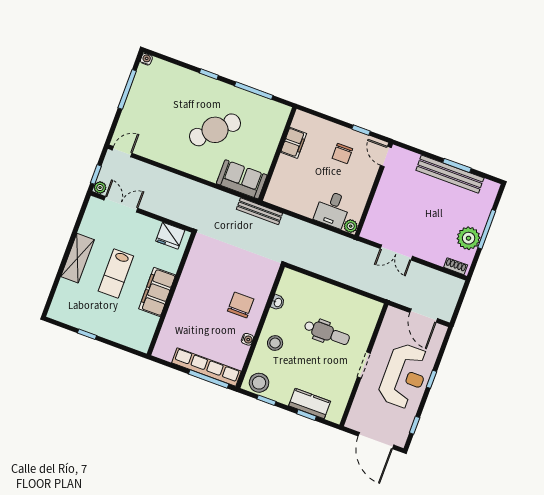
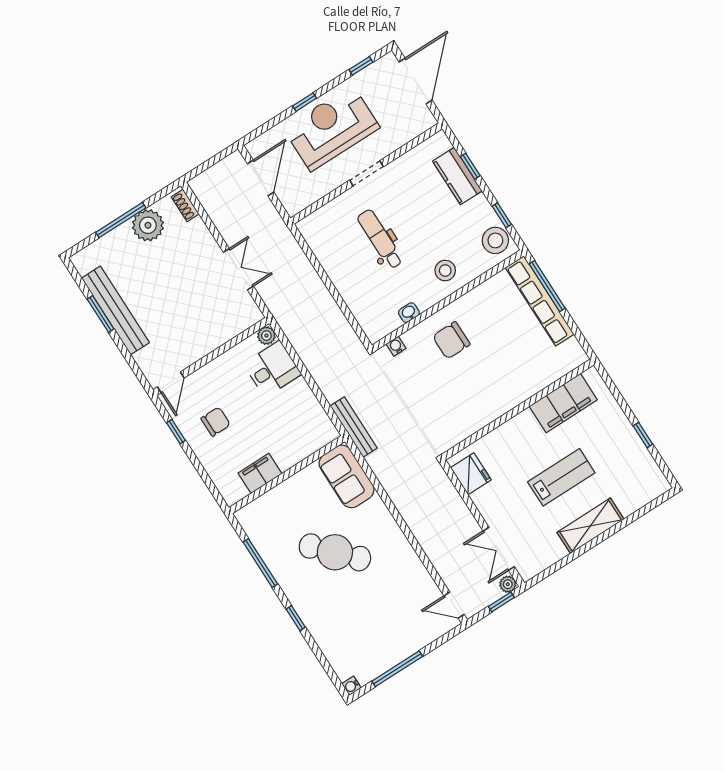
filing cabinet: (157, 292) -> (563, 403), moved
water cooler: (247, 339) -> (396, 346), moved

